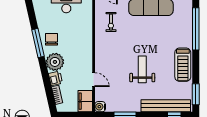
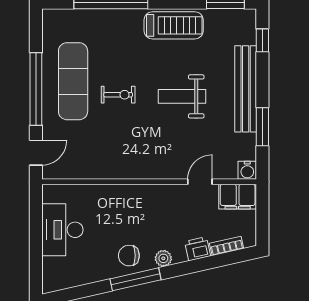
exercise bike: (111, 22) -> (118, 95), moved
plant: (55, 62) -> (163, 258), width x0.53, depth x0.53
bench: (166, 106) -> (246, 89), moved

